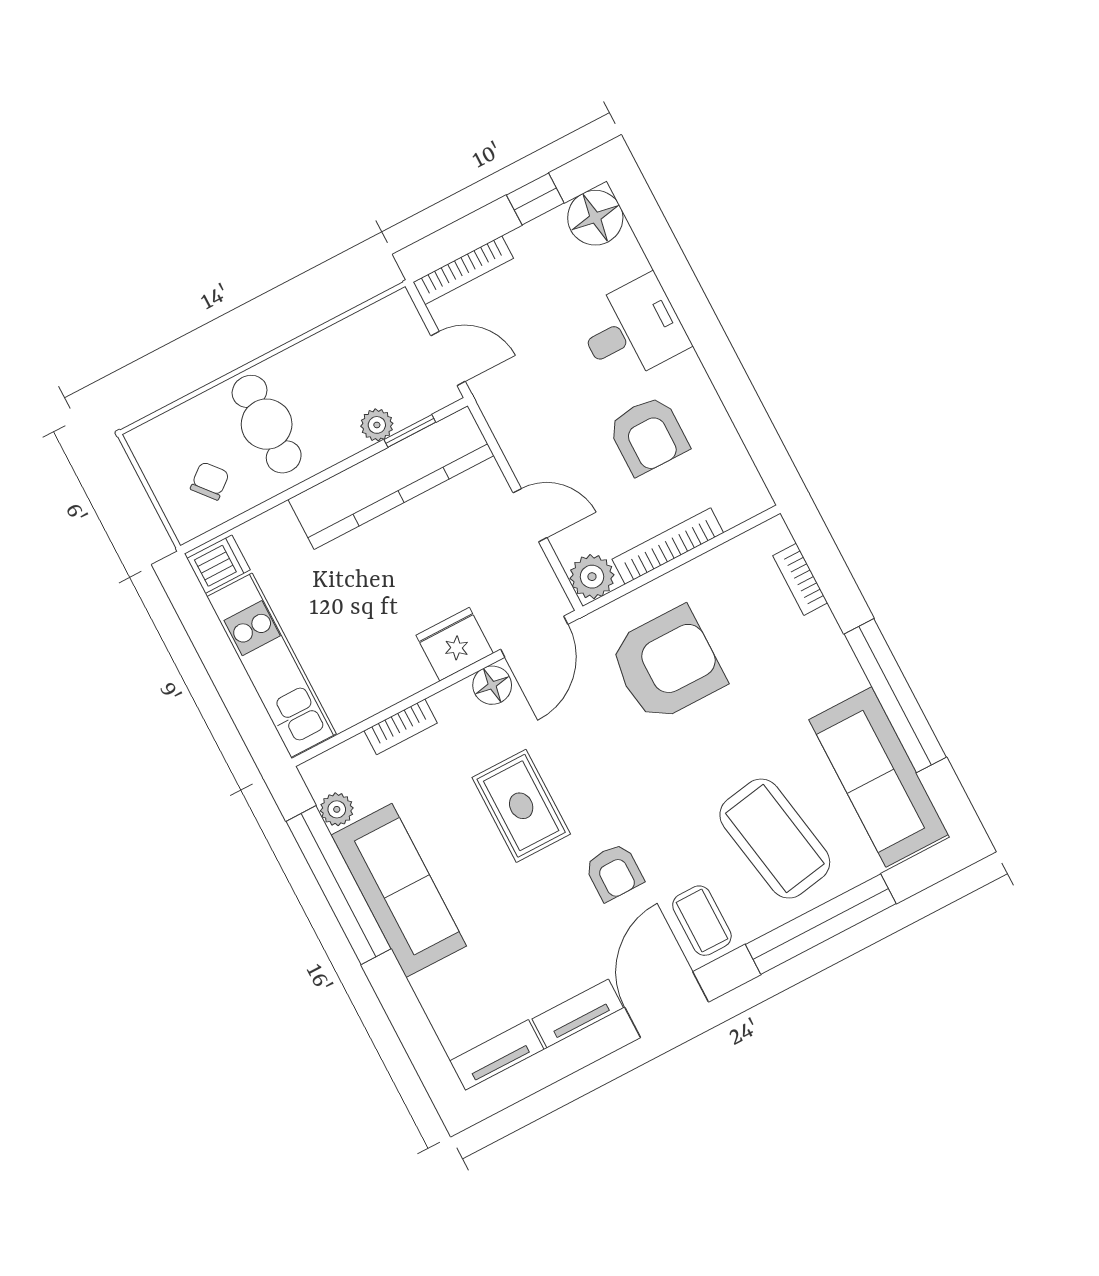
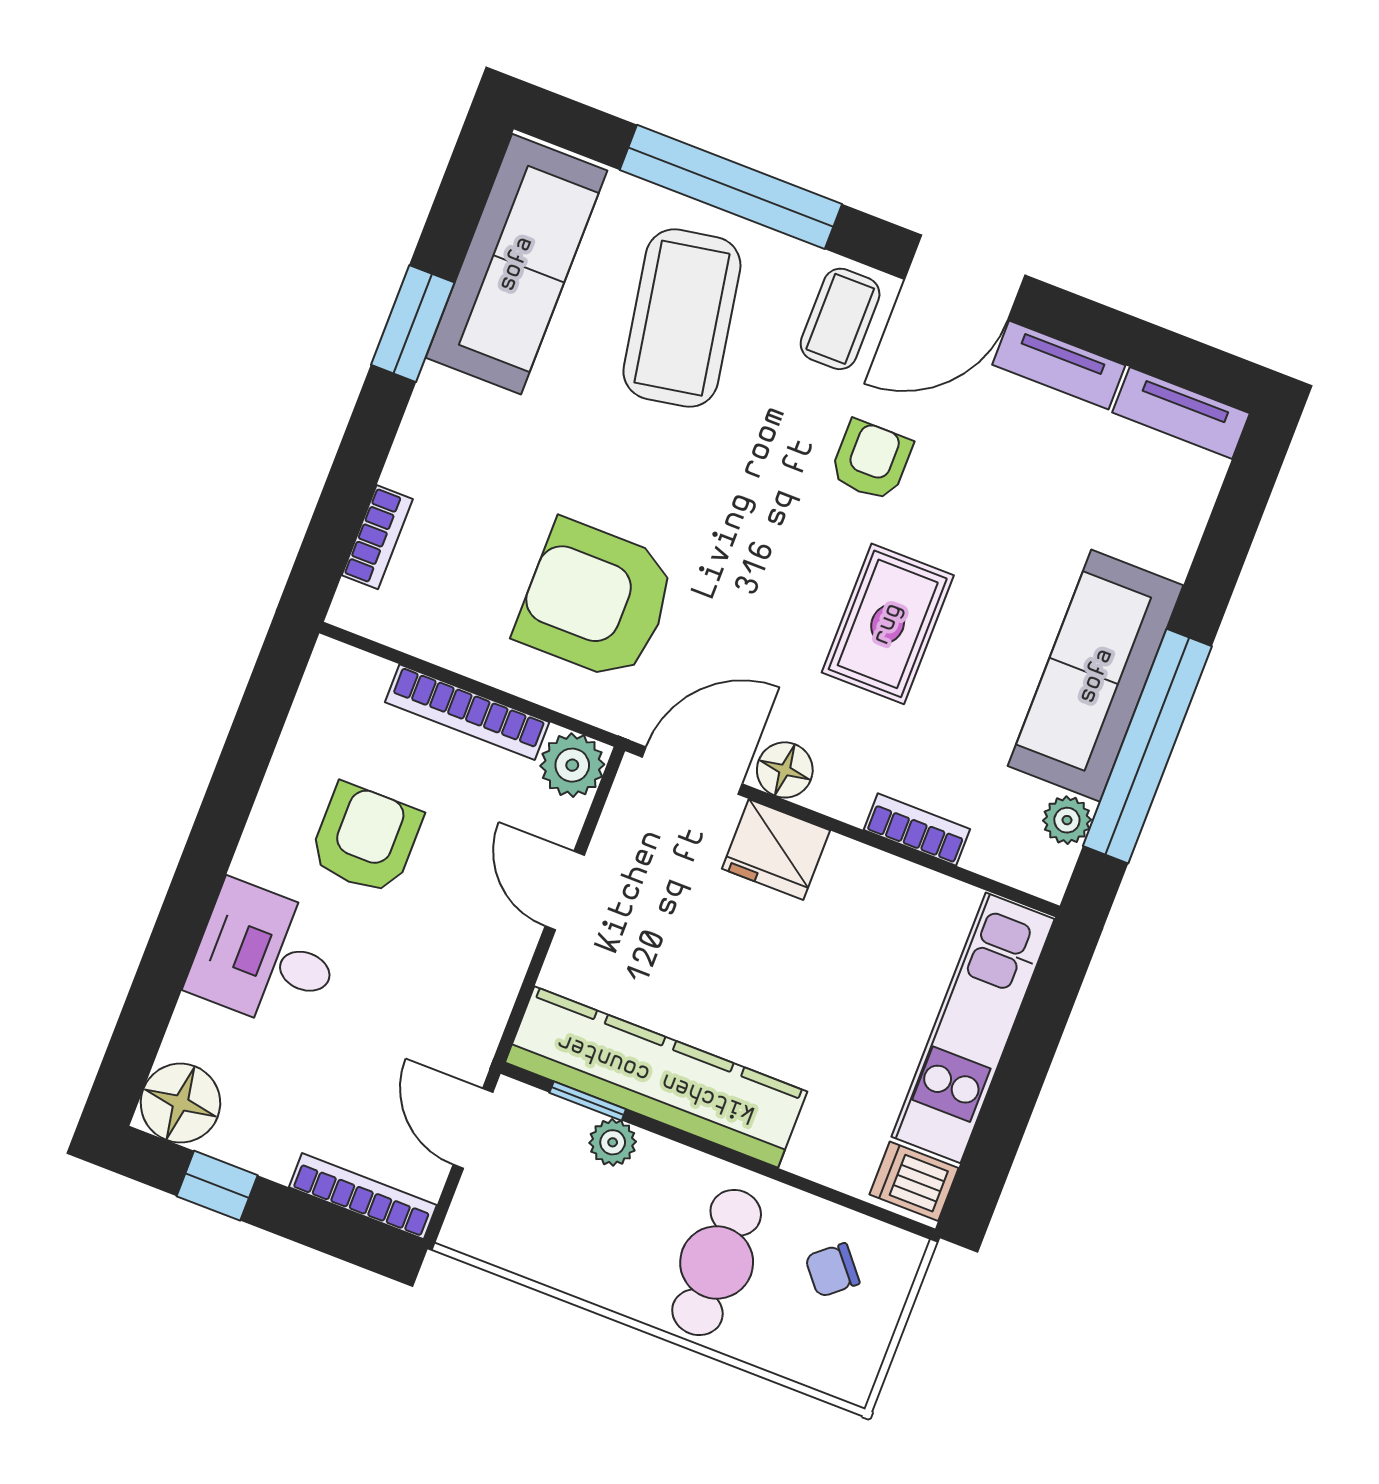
window: (895, 696) -> (413, 324), width x0.47

